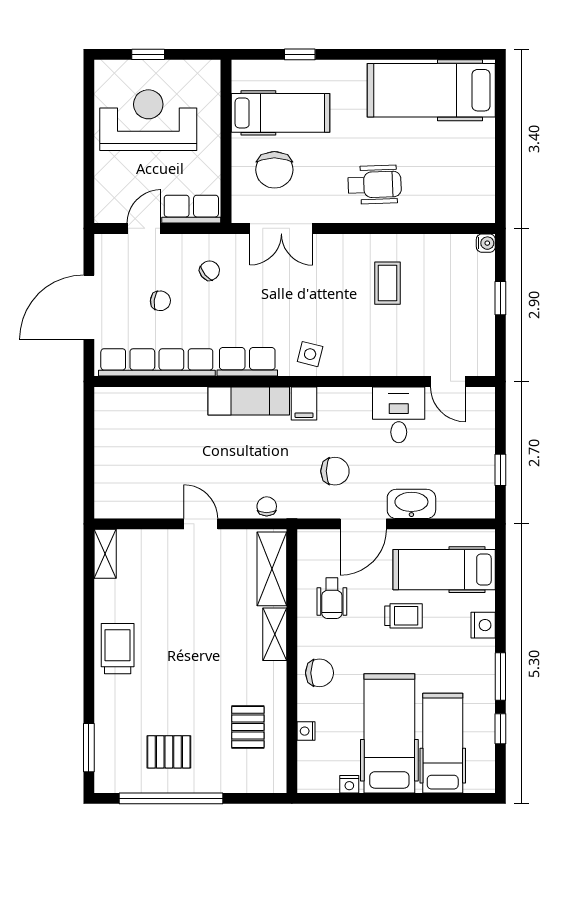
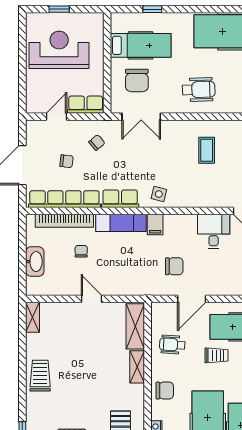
bookcase: (157, 397) -> (64, 221), added
washbasin: (411, 504) -> (35, 262), moved, turned 90
chair: (267, 506) -> (81, 251), moved
wheelchair: (332, 598) -> (172, 345), turned 94

